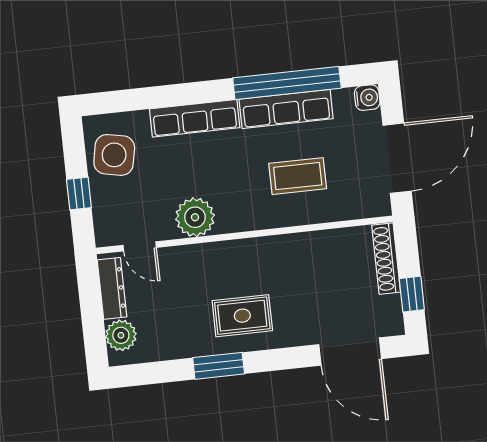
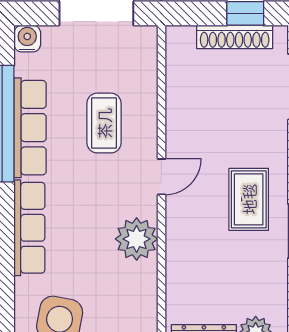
door: (140, 246) -> (161, 177), moved
shoe rack: (386, 259) -> (235, 37), moved

